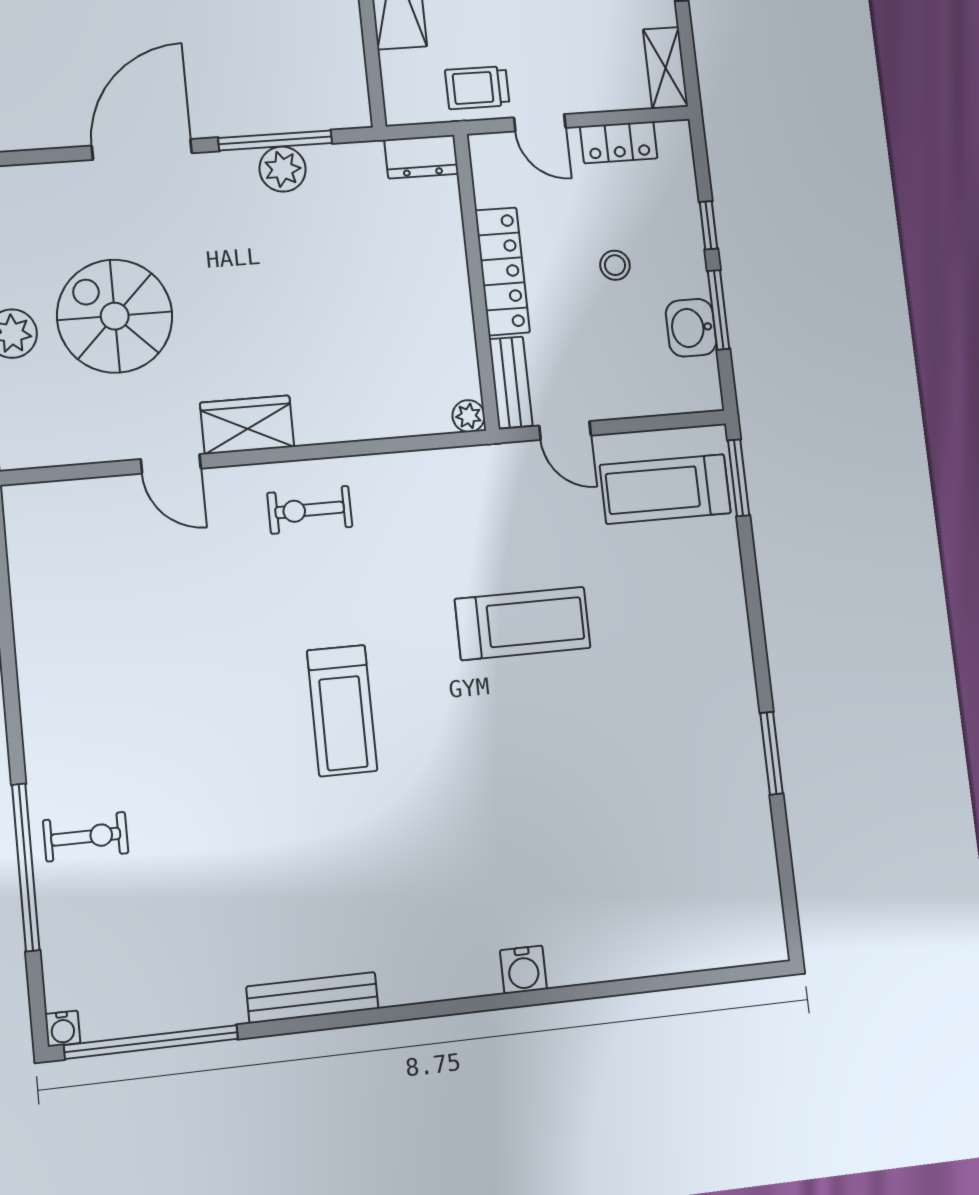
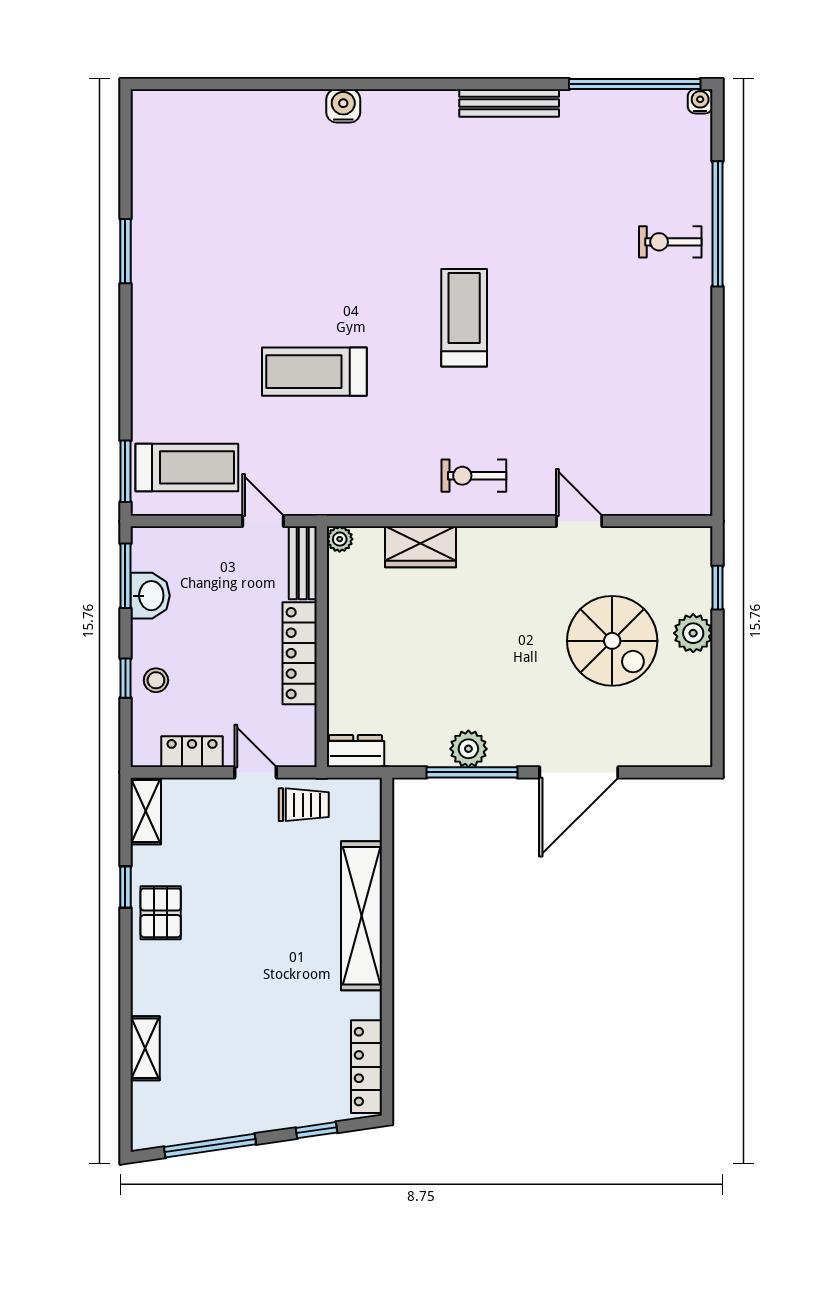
stool: (615, 265) -> (156, 680), moved
window: (719, 310) -> (125, 576), moved
wardrobe: (247, 425) -> (420, 547), moved
exercise bike: (310, 510) -> (474, 476), turned 180

